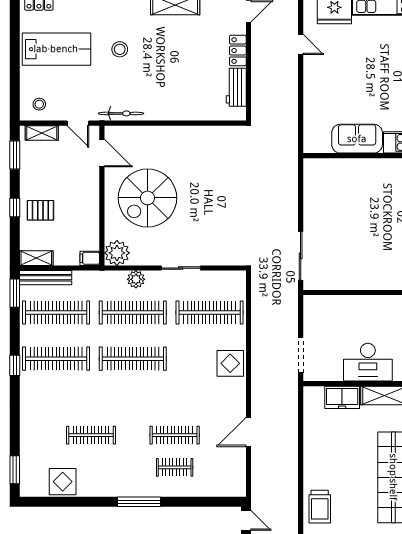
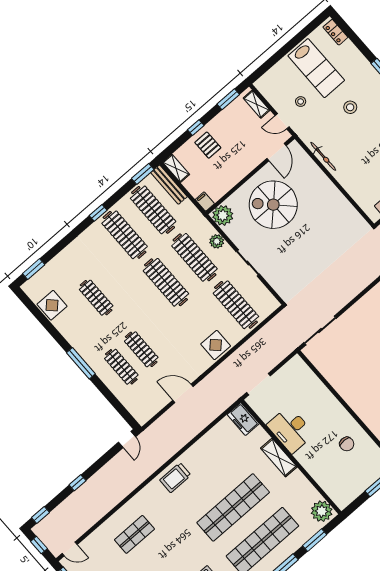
stool: (39, 104) -> (301, 102), moved
bicycle: (121, 113) -> (323, 156), moved
door: (78, 123) -> (282, 121), hinge flipped
freezer: (342, 397) -> (243, 419), moved
clothes rail: (175, 467) -> (121, 367), width x1.36

